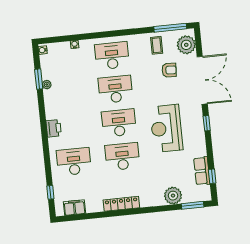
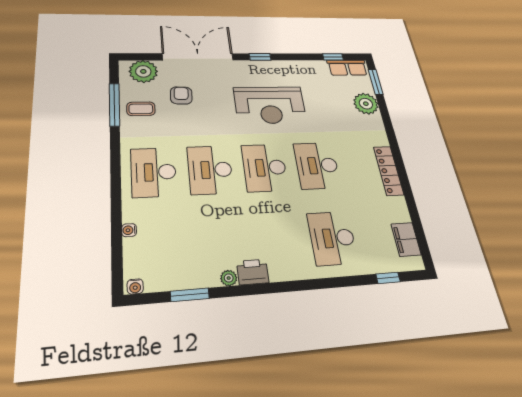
window: (170, 28) -> (114, 104), moved
plant: (47, 85) -> (229, 278), moved
printer: (54, 128) -> (253, 272), moved
row of seats: (202, 171) -> (347, 68), moved

